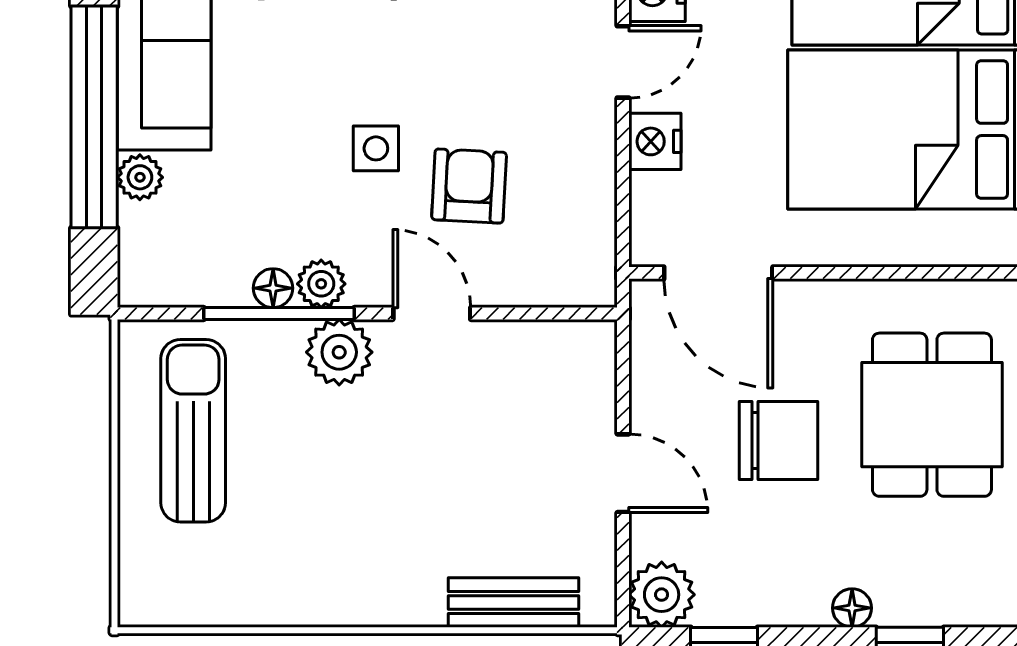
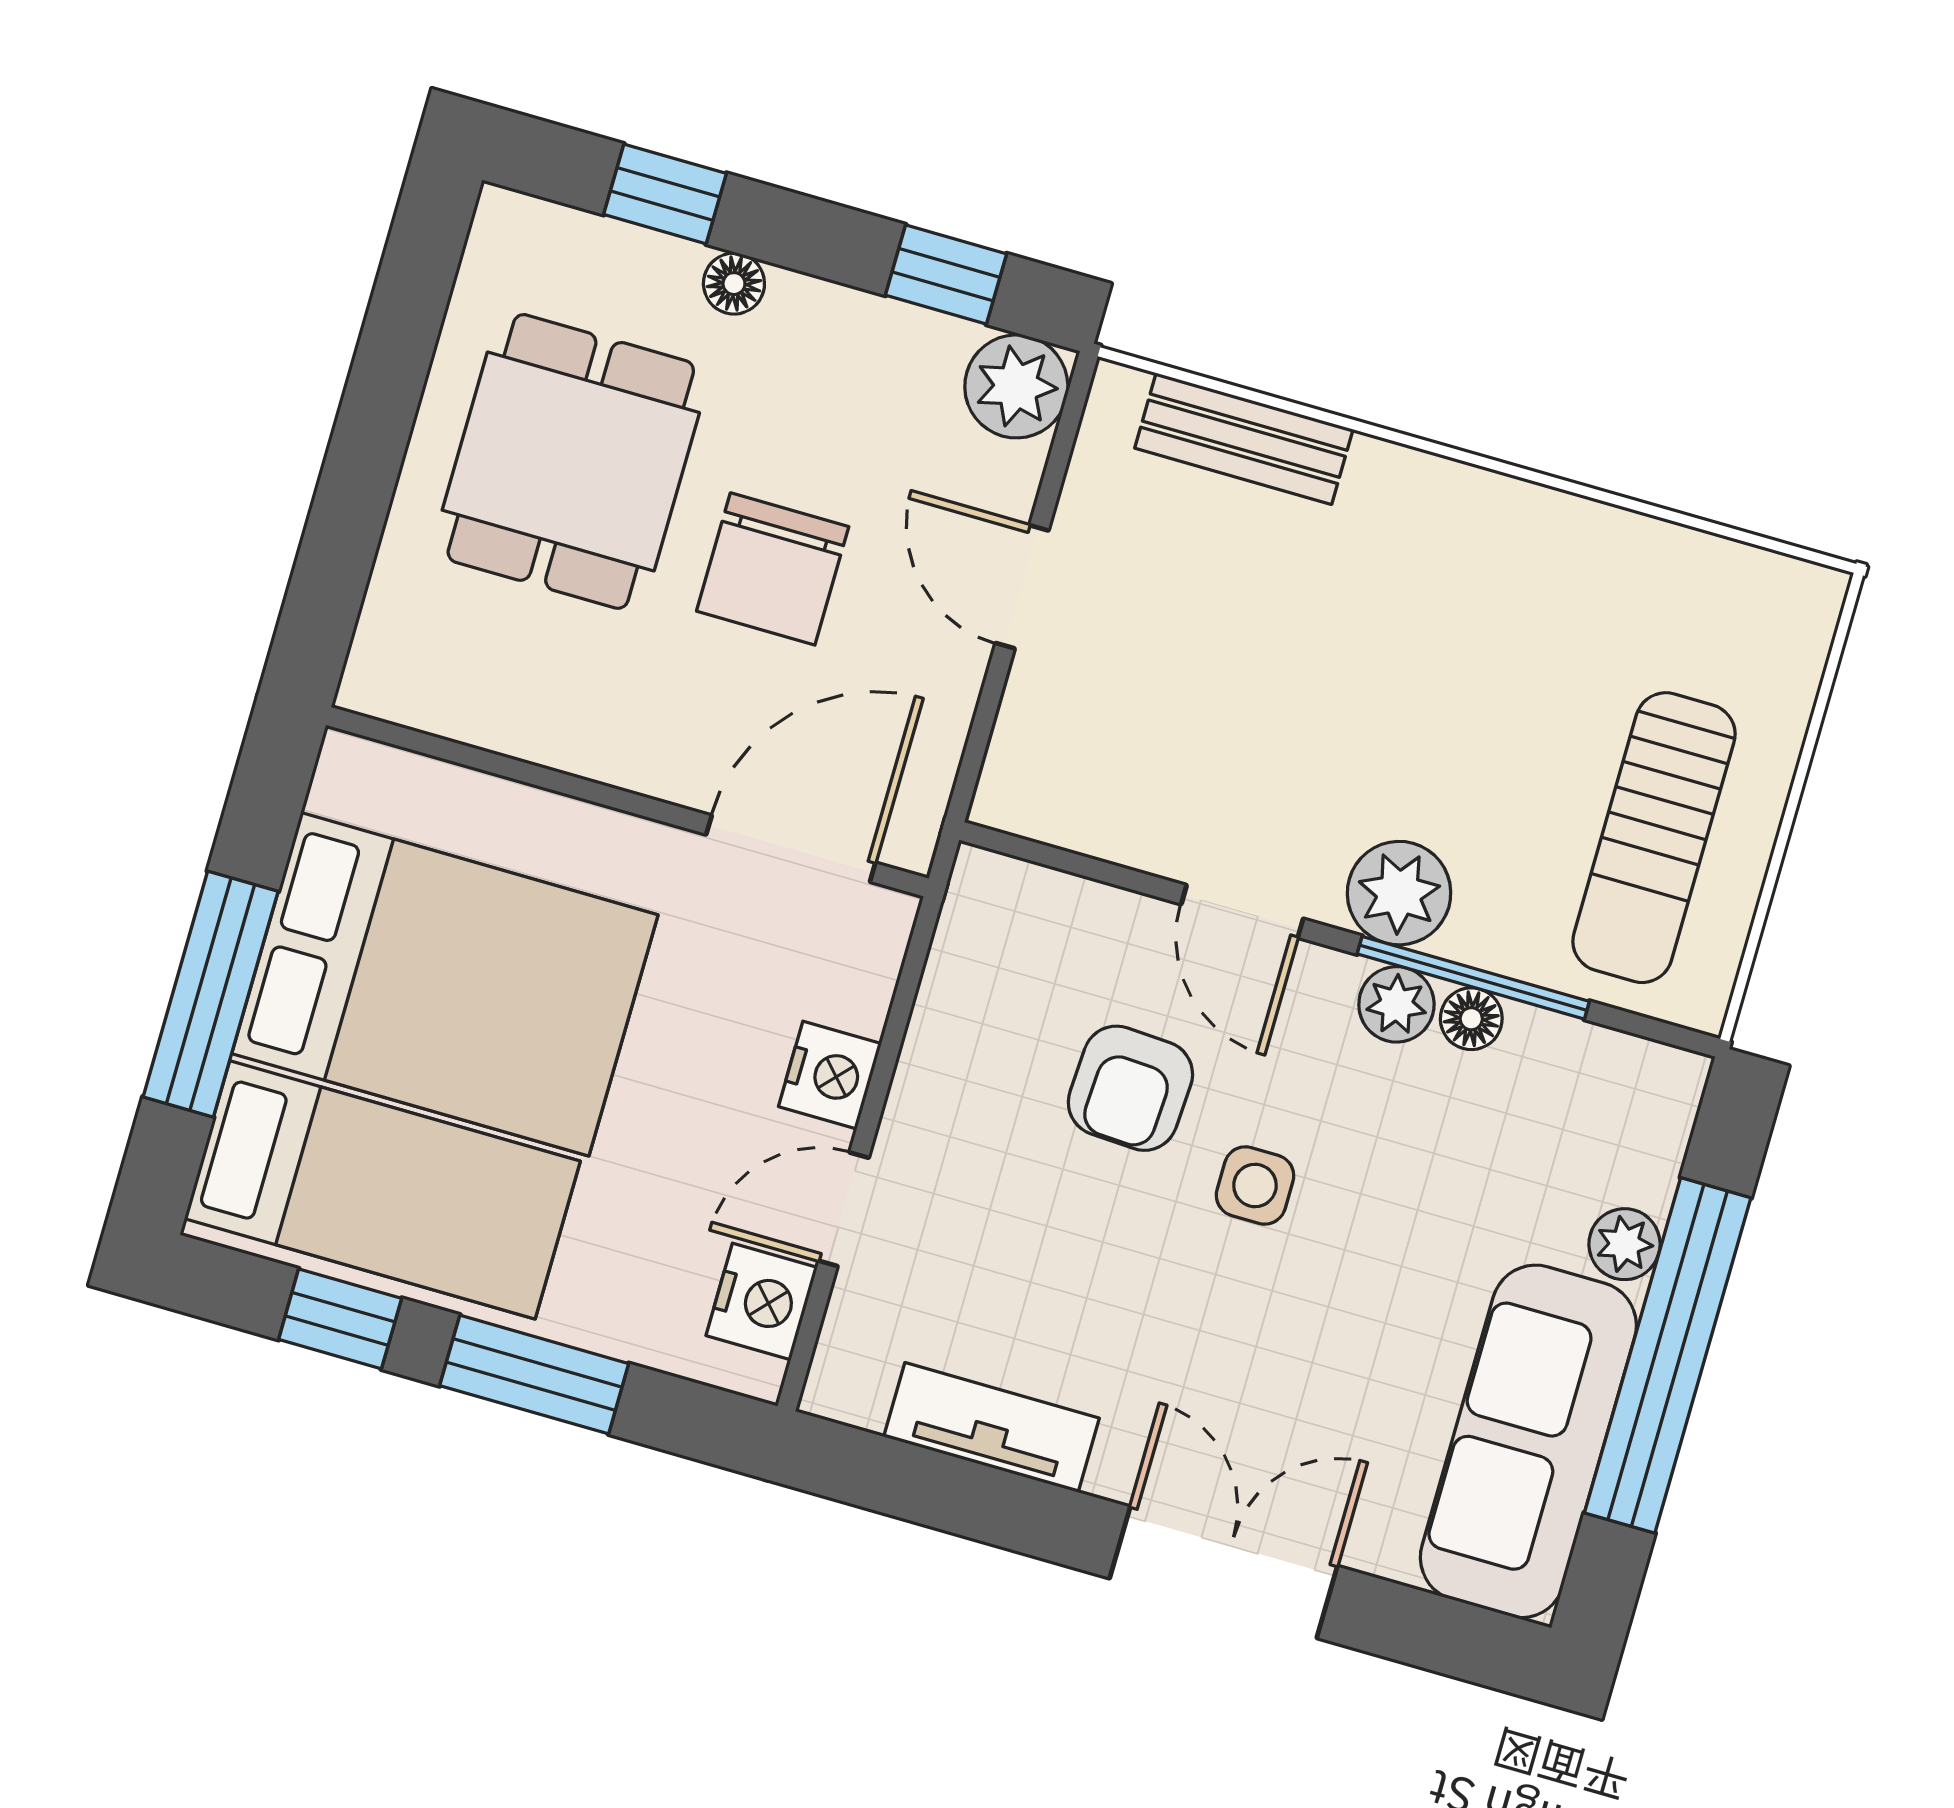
door: (718, 273) -> (791, 849), hinge flipped
dining table: (932, 415) -> (571, 461), moved
chair: (778, 440) -> (773, 569), turned -90

